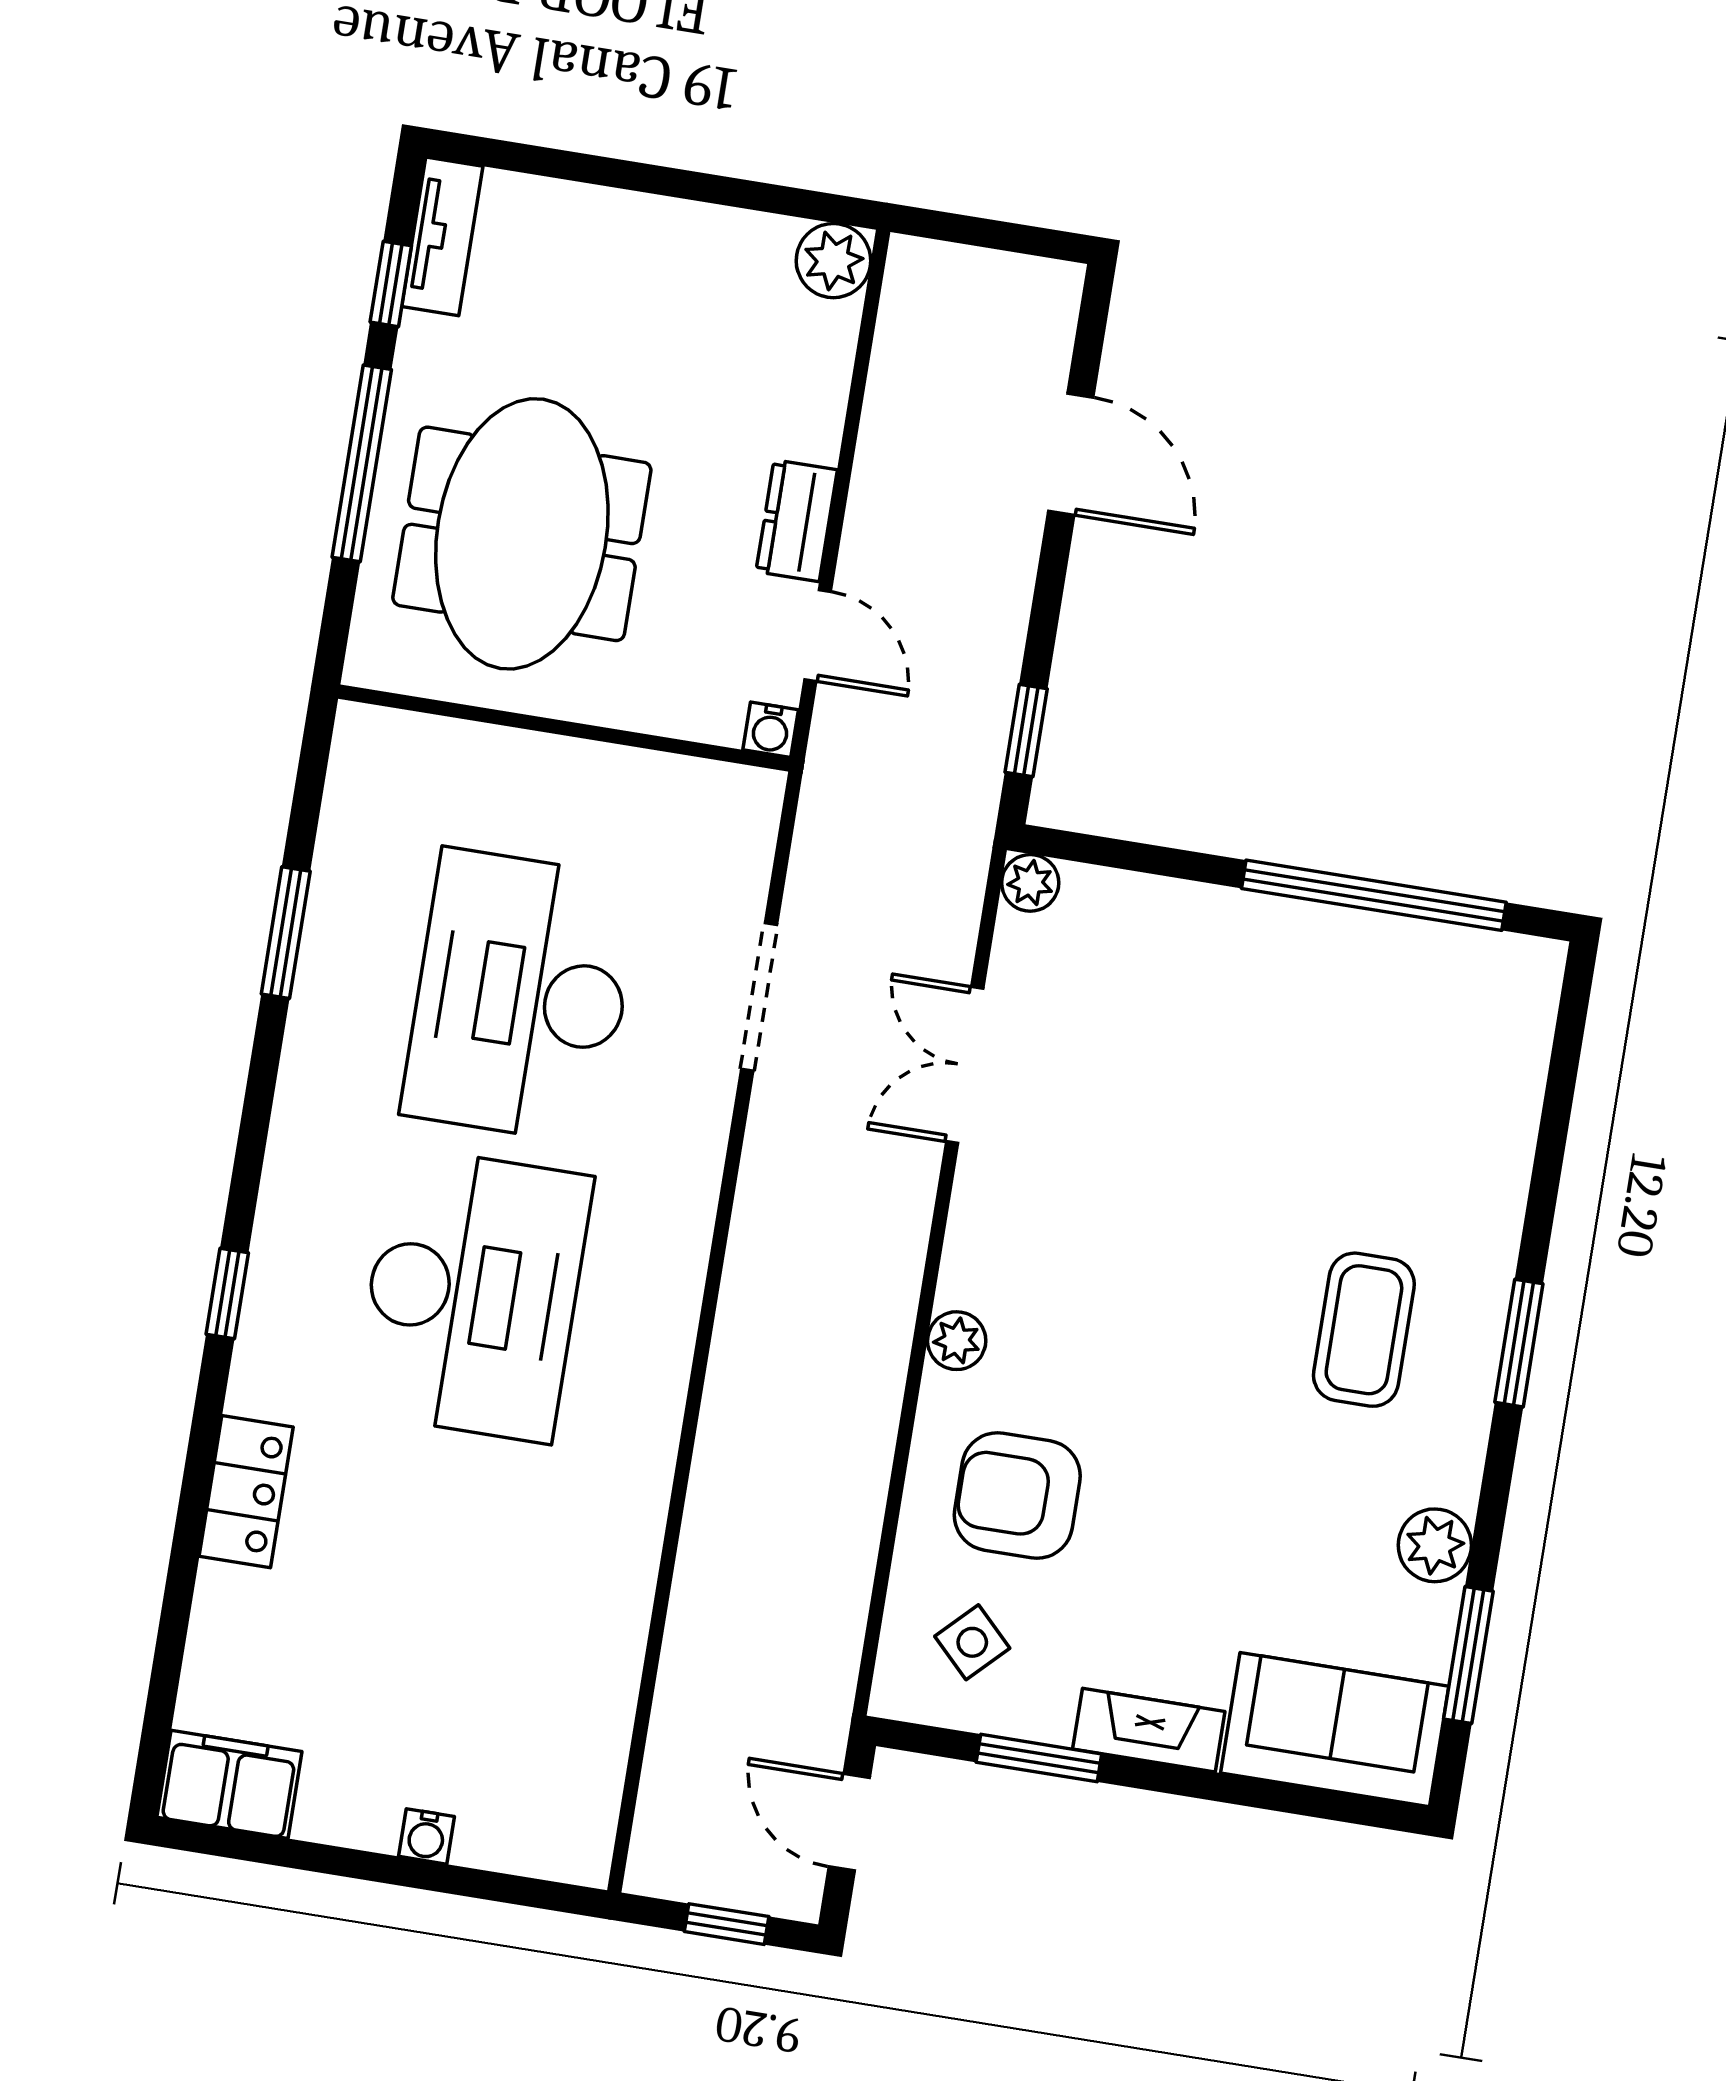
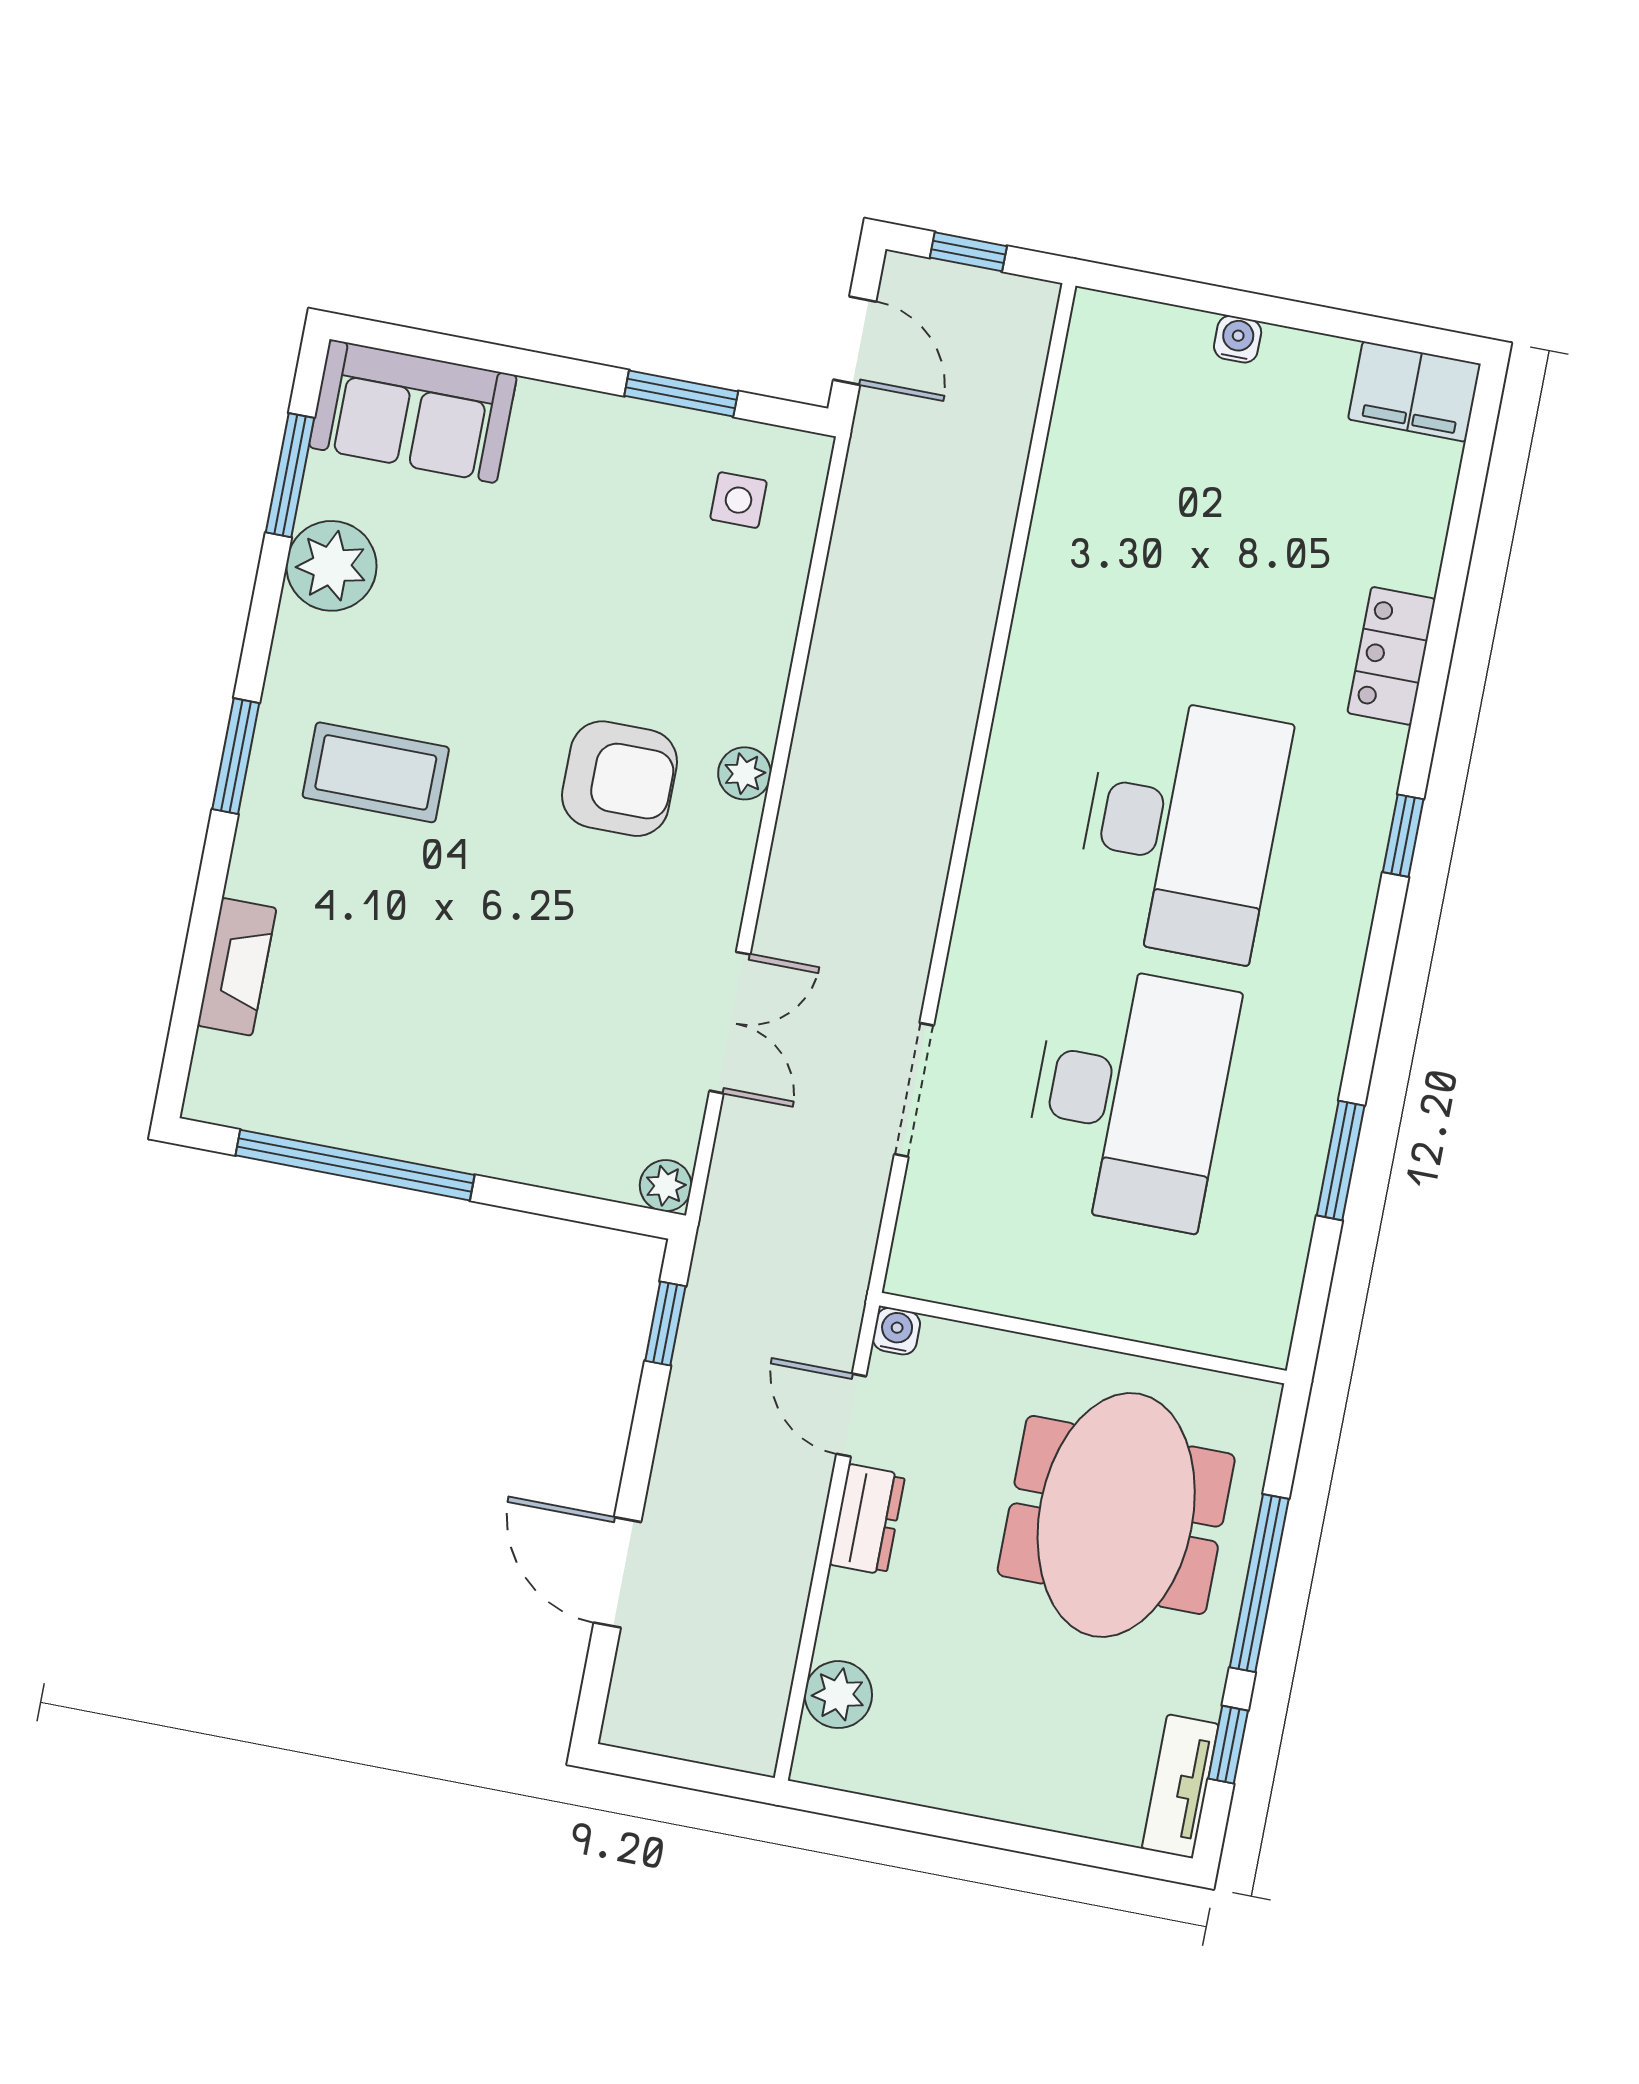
plant: (833, 261) -> (838, 1695), moved
desk: (473, 1294) -> (1181, 828), turned 180
coffee table: (1364, 1330) -> (376, 772), turned 90
armchair: (1017, 1496) -> (620, 779), moved
plant: (1435, 1545) -> (331, 566), width x1.36, depth x1.36
side table: (972, 1642) -> (739, 500), turned 45
fireplace: (1149, 1730) -> (237, 967), moved, turned -90

